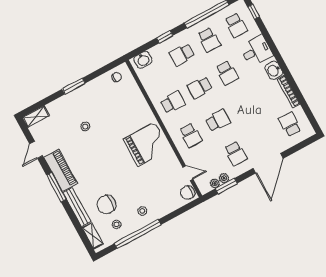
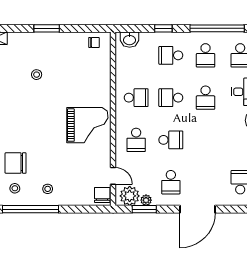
plant: (215, 183) -> (130, 196), width x1.87, depth x1.87
chair: (188, 193) -> (102, 195), turned 90

